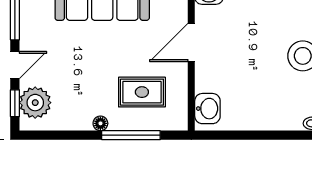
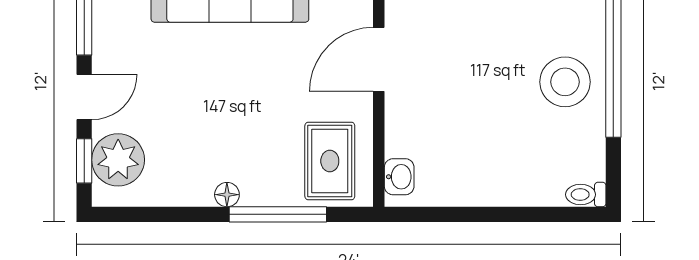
rug: (142, 92) -> (330, 161), moved, turned 90
washbasin: (207, 109) -> (399, 177), width x0.72, depth x0.69

